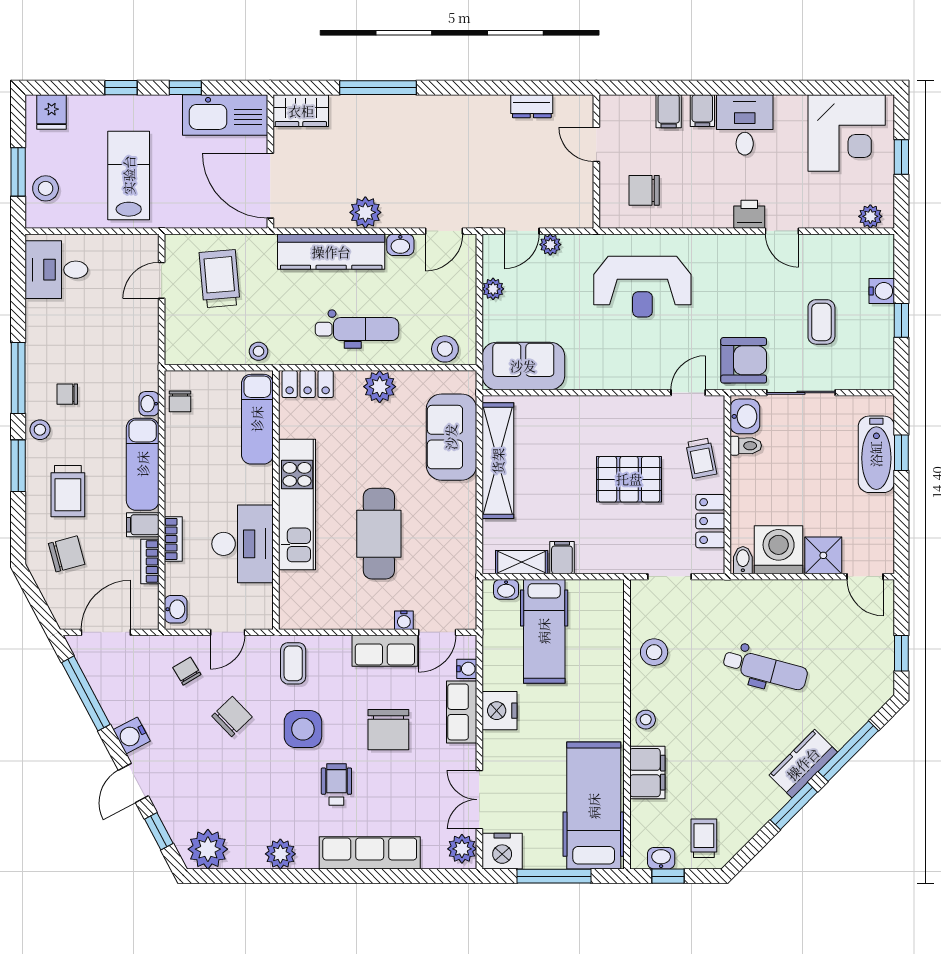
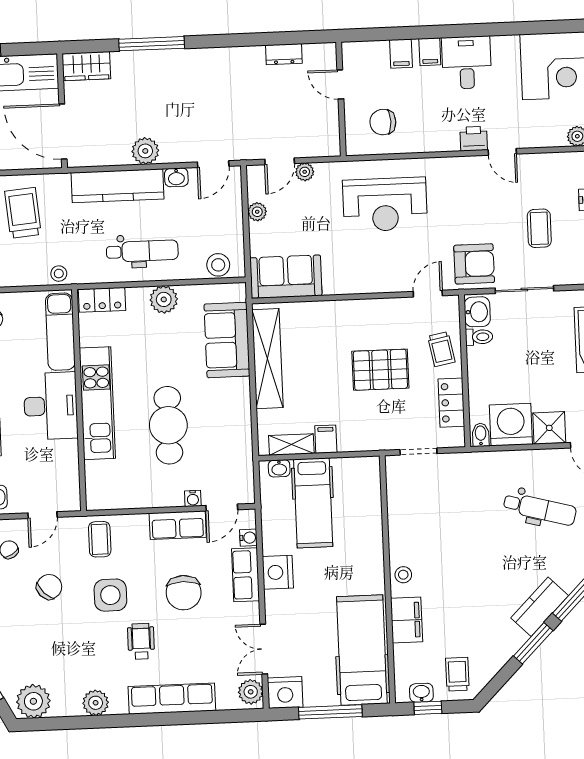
desk: (242, 544) -> (51, 406), moved
stool: (654, 652) -> (408, 517), removed
dental chair: (765, 669) -> (540, 509), moved

